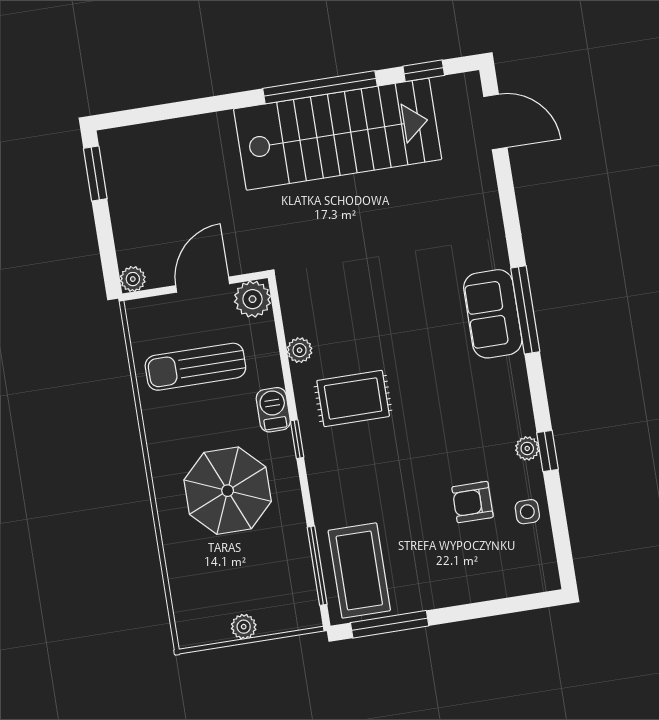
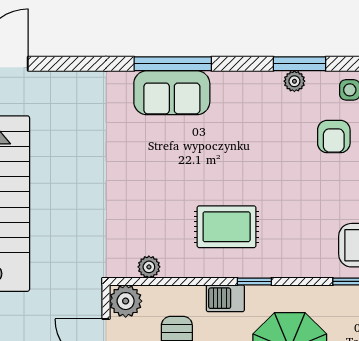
plant: (300, 350) -> (149, 267), moved
rug: (353, 398) -> (227, 227), turned 90
window: (548, 451) -> (300, 64), width x1.50

